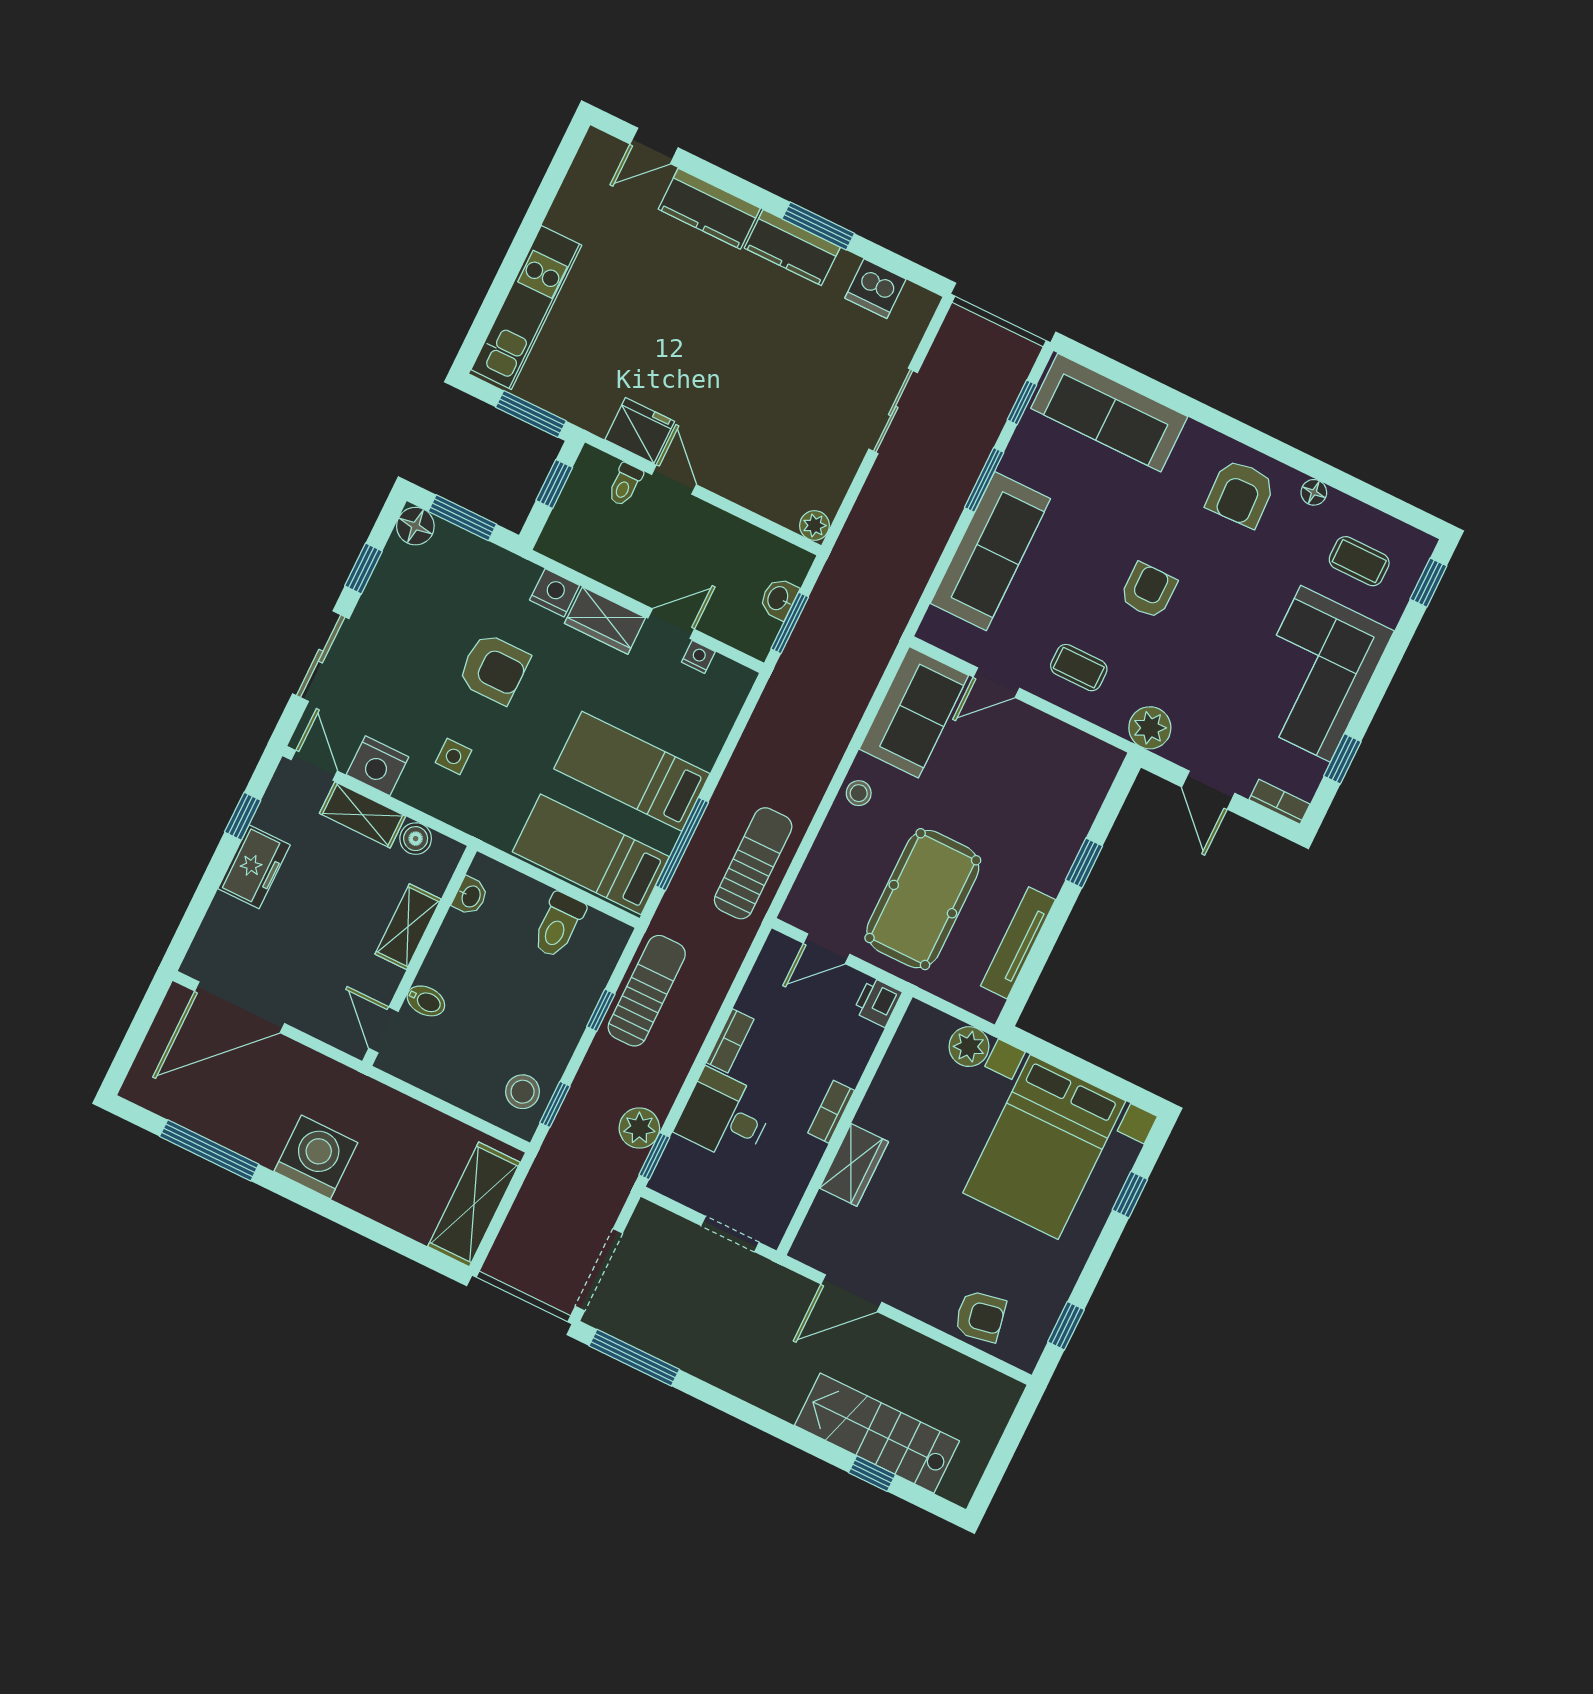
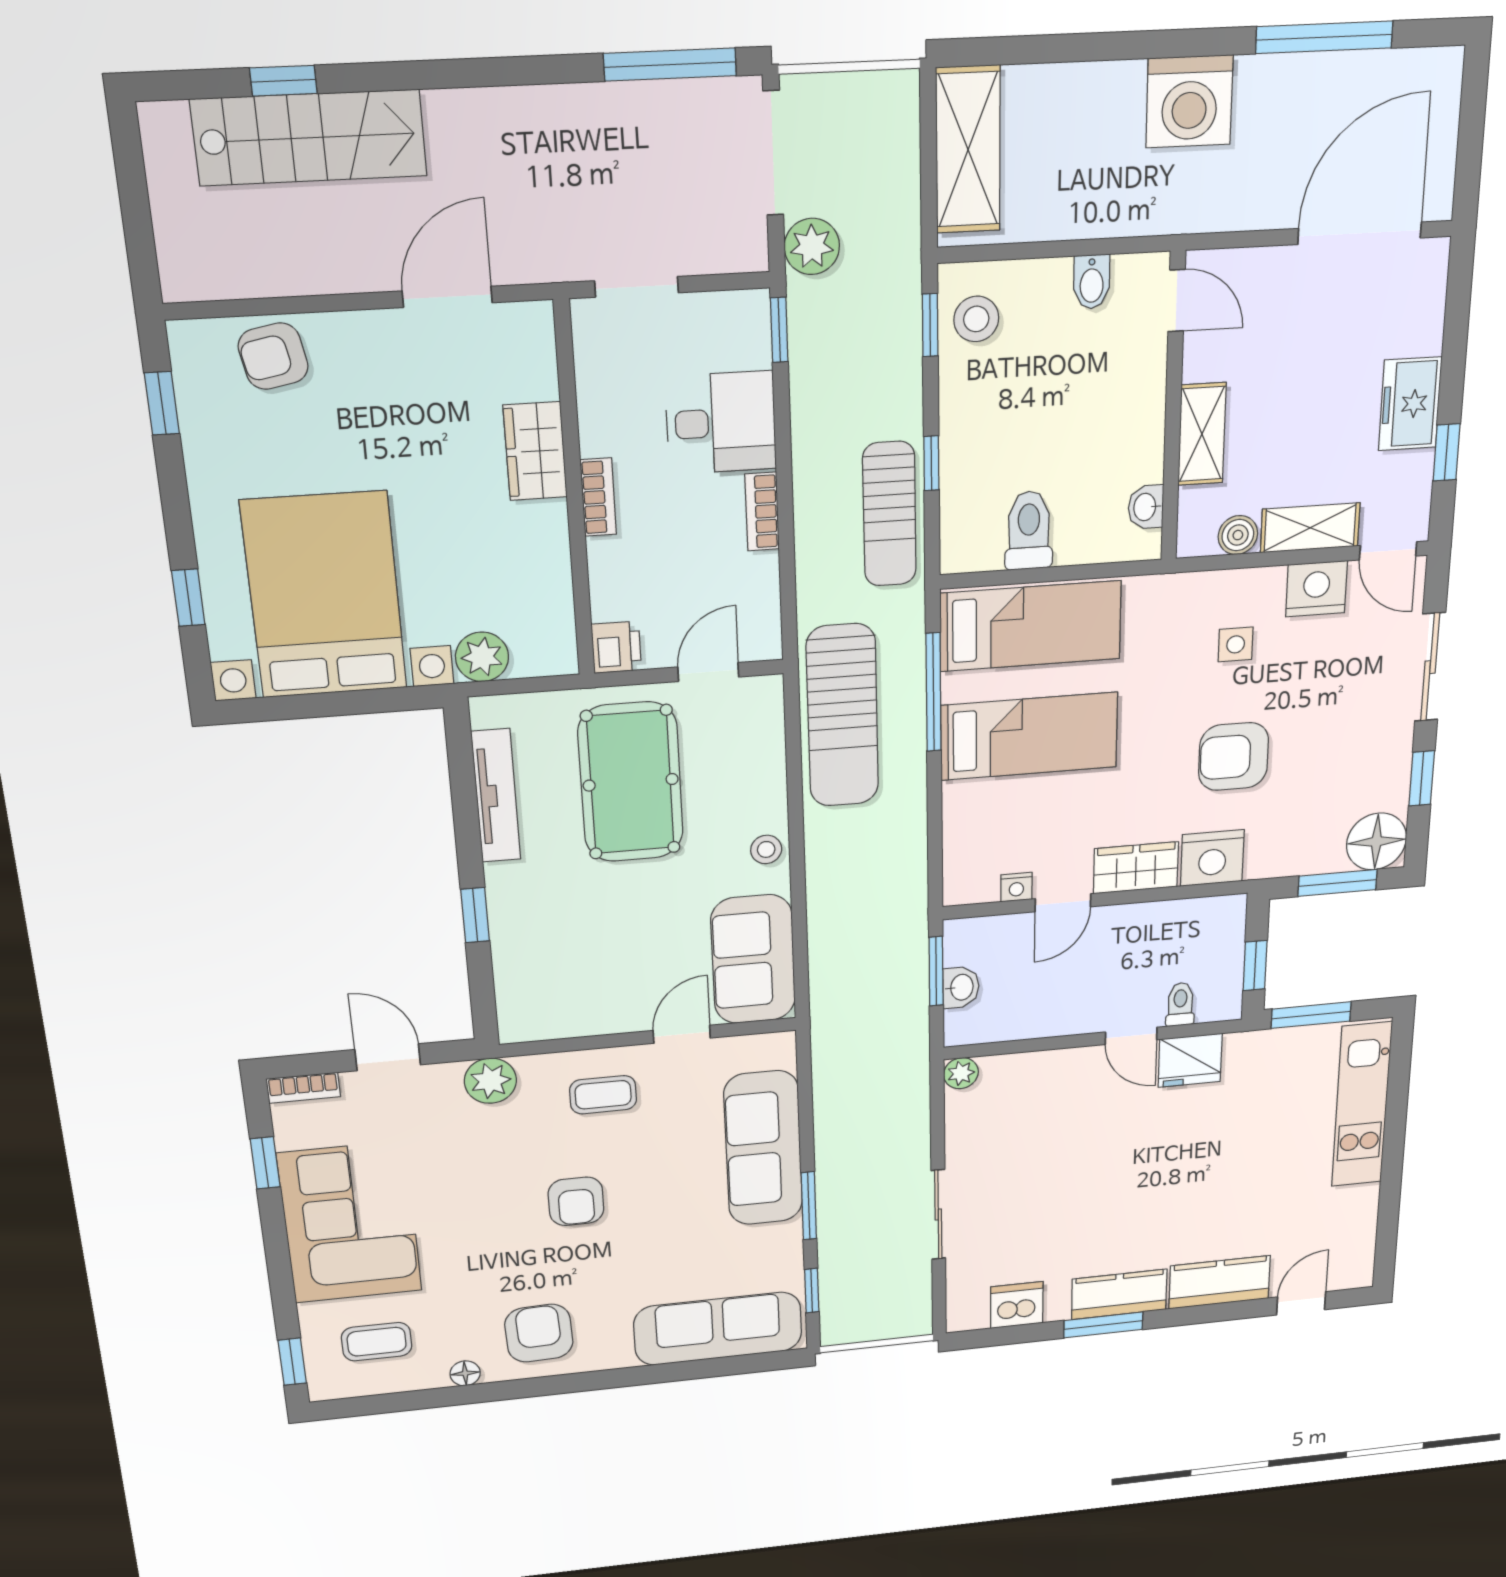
floor lamp: (415, 526) -> (1376, 841), width x1.38, depth x1.38
nightstand: (555, 593) -> (1212, 858), width x1.36, depth x1.33
sun lounger: (753, 863) -> (843, 716), width x1.36, depth x1.34
bidet: (426, 1001) -> (1092, 282), moved, turned -90
plant: (639, 1128) -> (812, 246), moved

